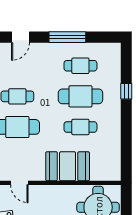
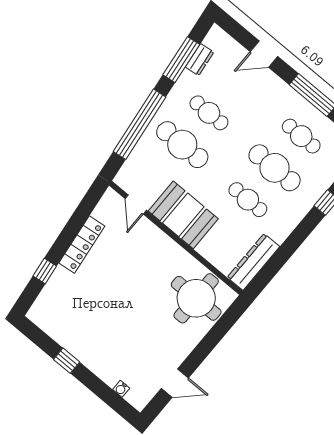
dresser: (113, 160) -> (253, 262), added
booth: (68, 166) -> (183, 215), moved

